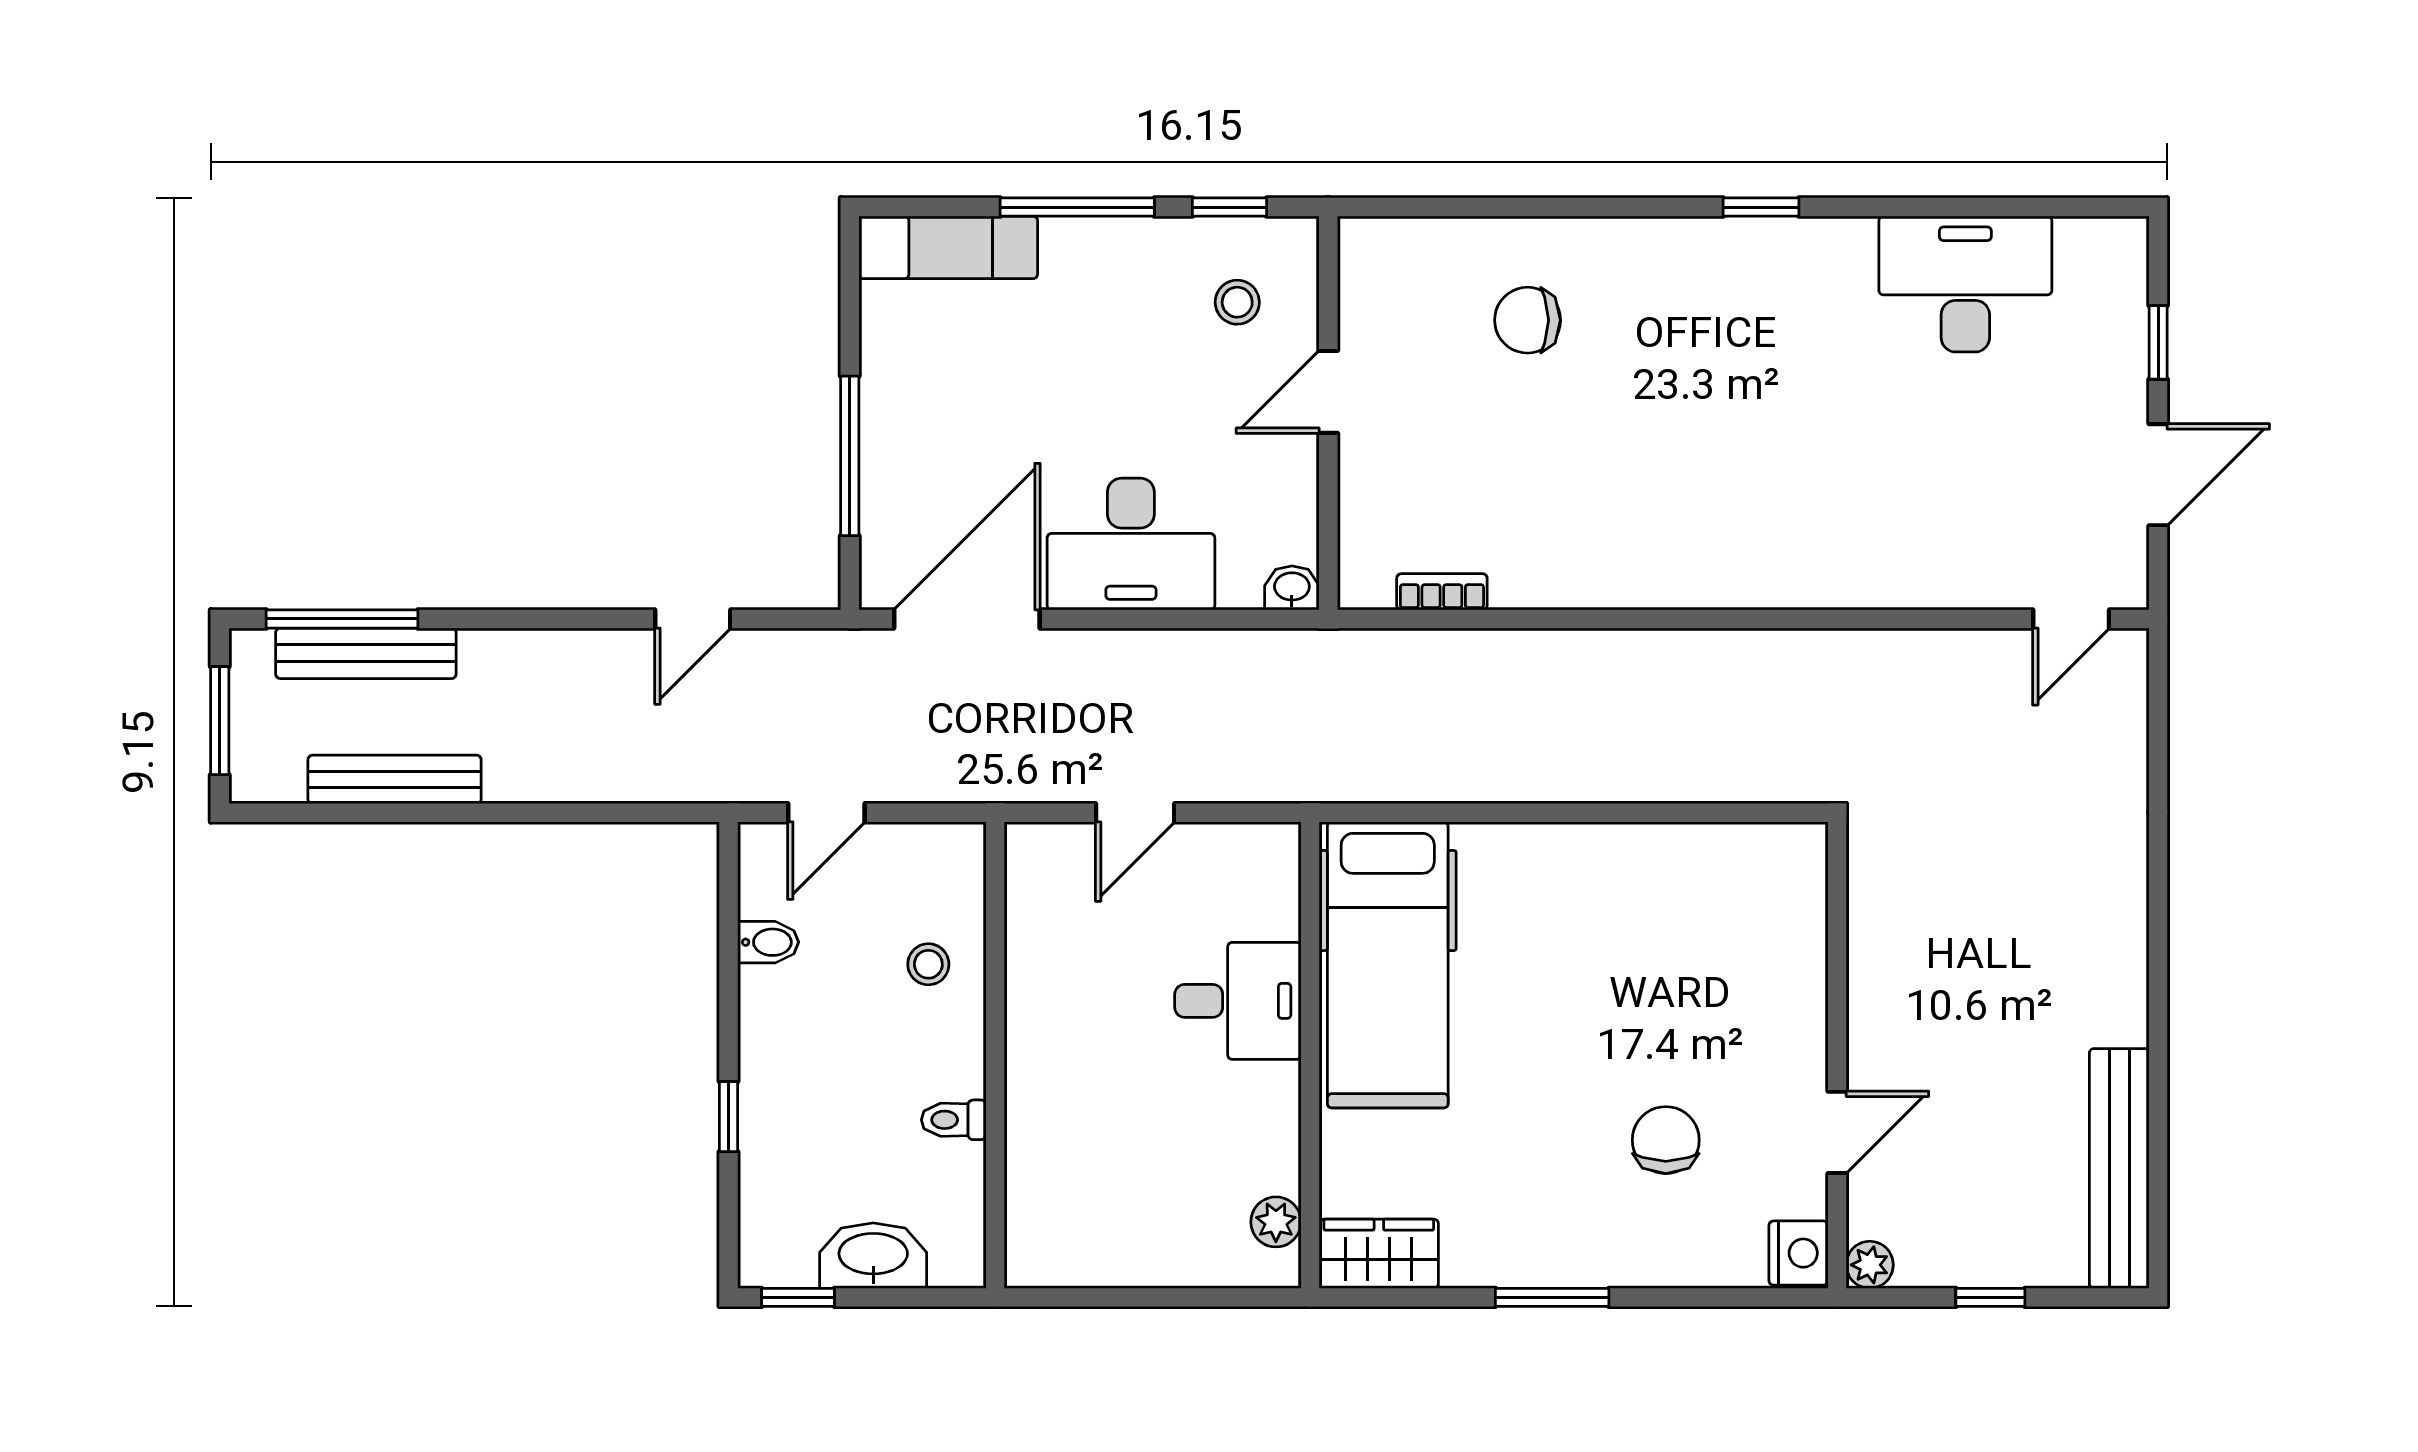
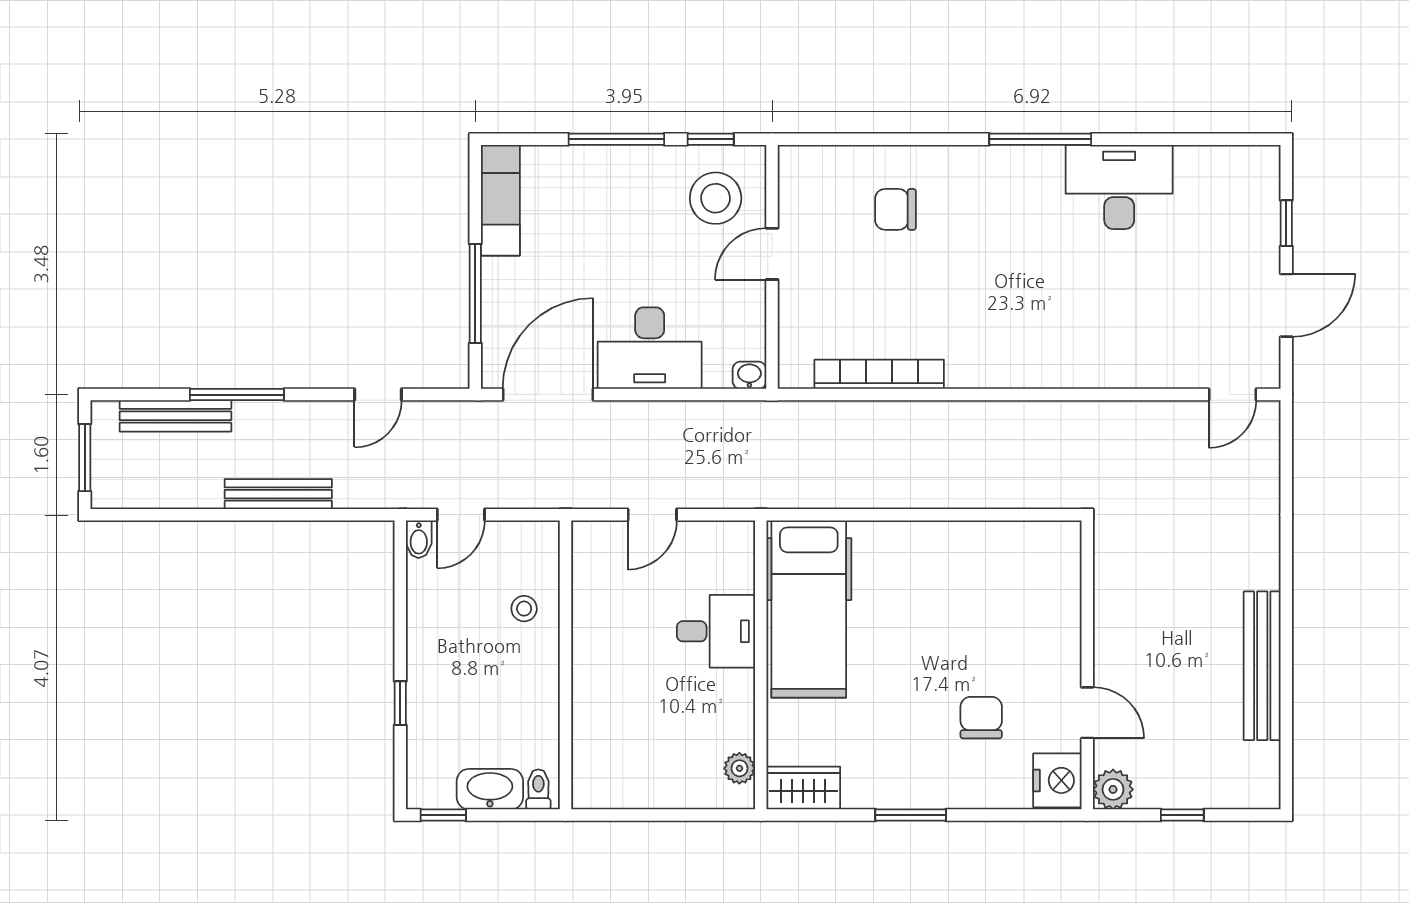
window: (1761, 207) -> (1040, 139), width x2.17
exam couch: (948, 247) -> (500, 200), moved, turned -90
desk: (1965, 284) -> (1119, 187), moved
stool: (1237, 302) -> (716, 198), width x1.89, depth x1.89
bookcase: (1442, 592) -> (879, 374), width x2.31, depth x1.31
window: (342, 619) -> (237, 395), moved
bench: (395, 779) -> (278, 494), moved
bidet: (768, 942) -> (419, 539), moved, turned 90
toilet: (954, 1120) -> (538, 789), moved, turned 90
door: (1837, 1132) -> (1087, 713), hinge flipped
bench: (2119, 1168) -> (1262, 666), moved
nightstand: (1799, 1253) -> (1057, 780), width x1.36, depth x1.33
plant: (1870, 1265) -> (1113, 789), width x1.38, depth x1.38

